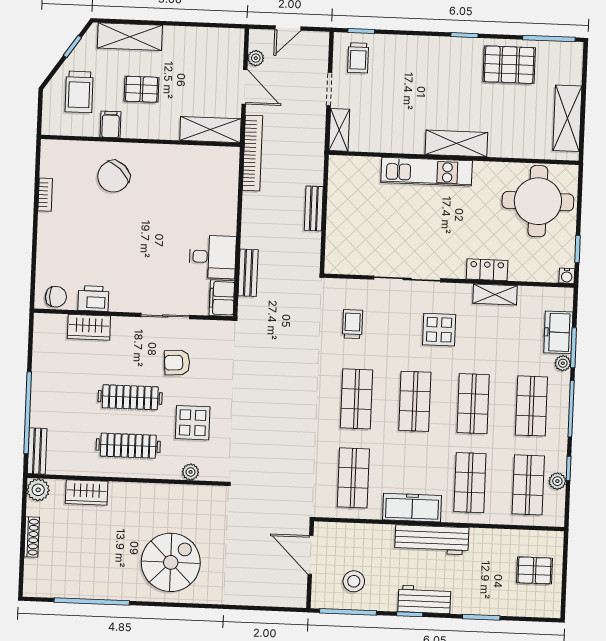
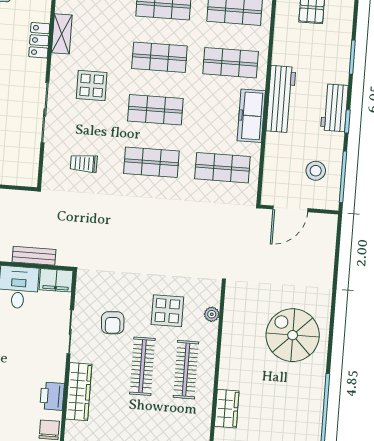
wardrobe: (89, 327) -> (79, 392), width x1.50

